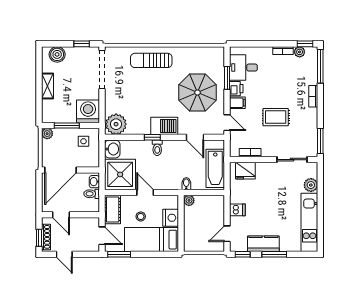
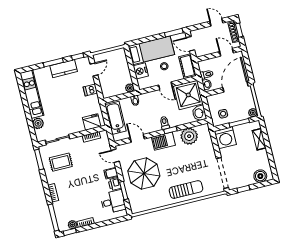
shelving: (47, 86) -> (259, 139), moved
rug: (276, 117) -> (61, 162), moved
plant: (116, 124) -> (189, 136), moved

